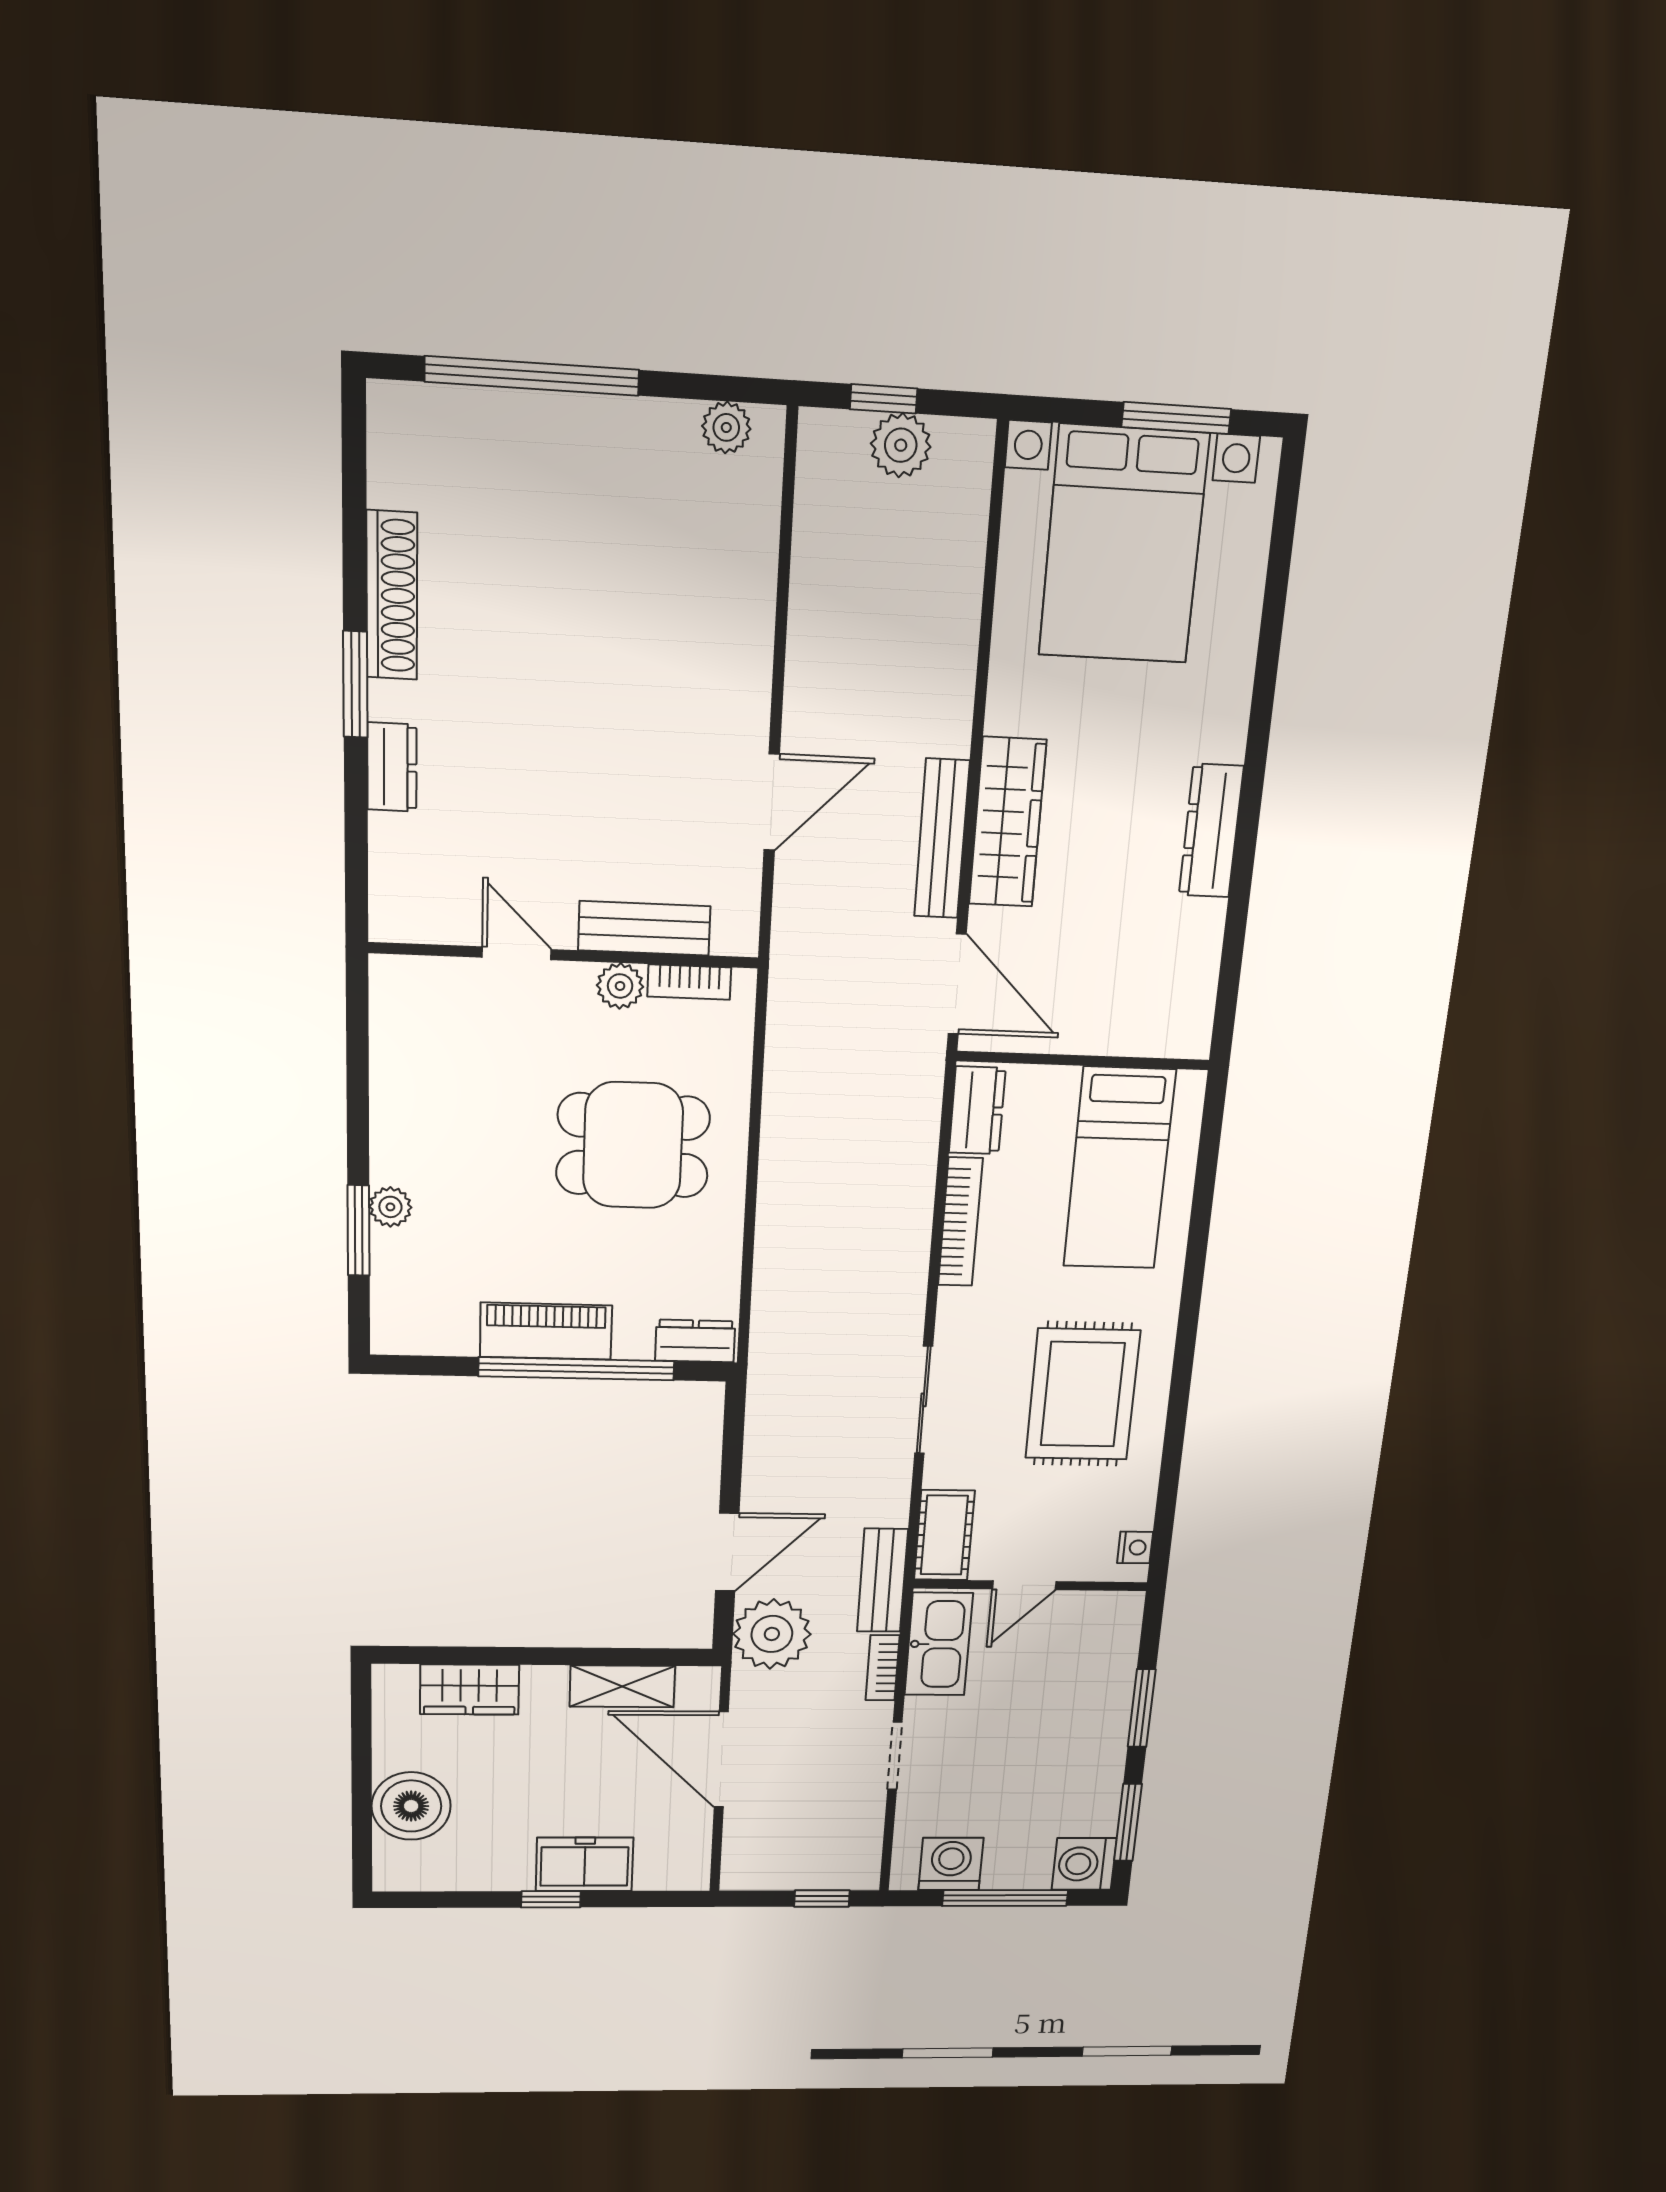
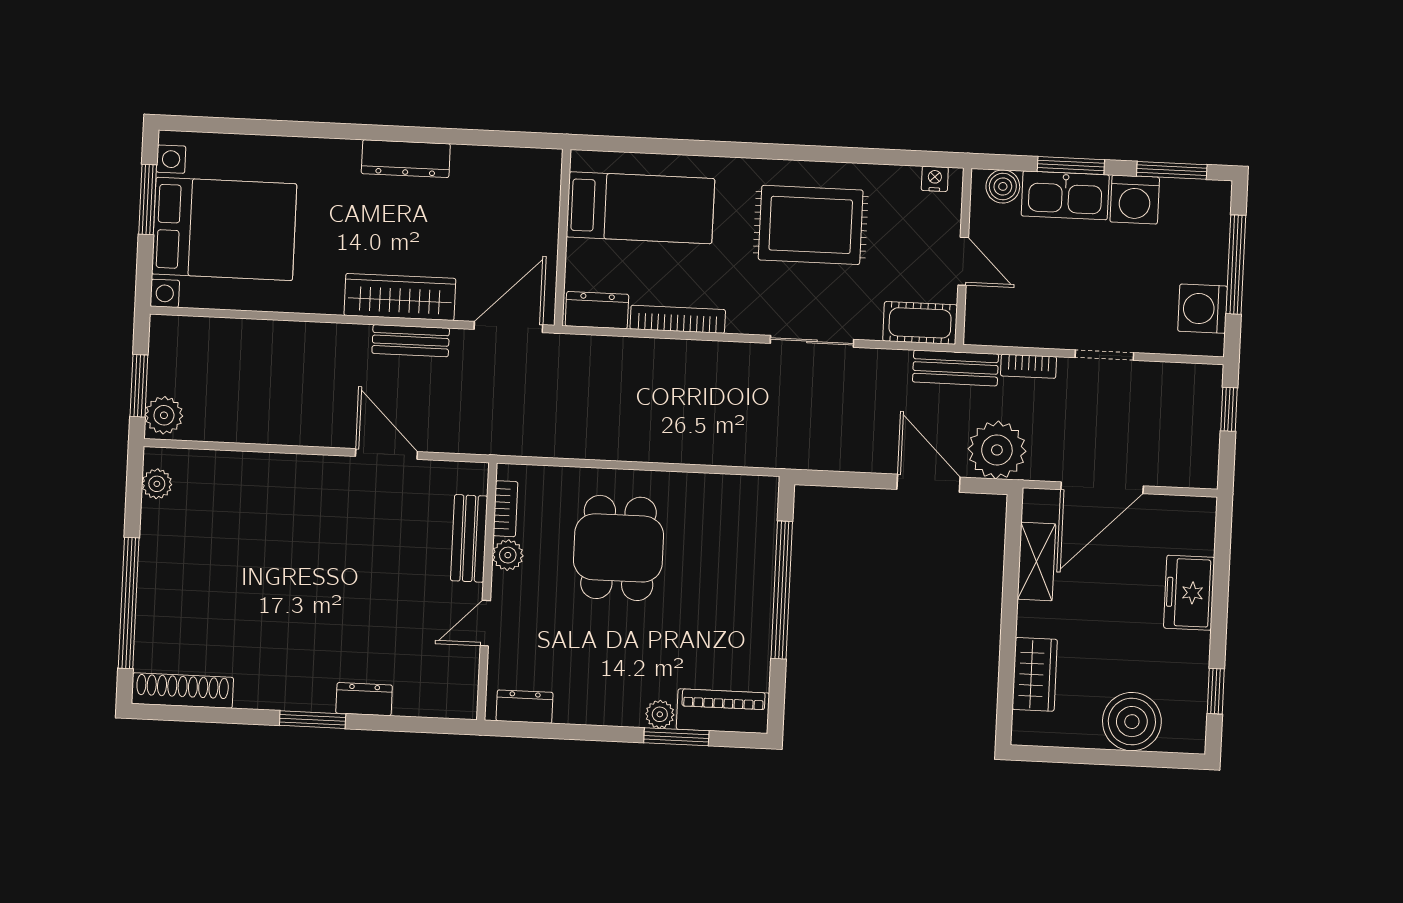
window: (884, 399) -> (139, 386), width x1.50
plant: (901, 445) -> (164, 415), moved
shoe rack: (392, 596) -> (182, 691), moved
bench: (942, 839) -> (411, 341), width x0.73
piano: (546, 1331) -> (723, 711), moved, turned 90
dresser: (695, 1341) -> (525, 707), moved, turned 90
boiler: (1120, 1629) -> (1003, 186), added
kitchen sink: (939, 1644) -> (1065, 195), moved, turned 180
washing machine: (1084, 1864) -> (1135, 200), moved
window: (551, 1899) -> (1216, 691), moved

